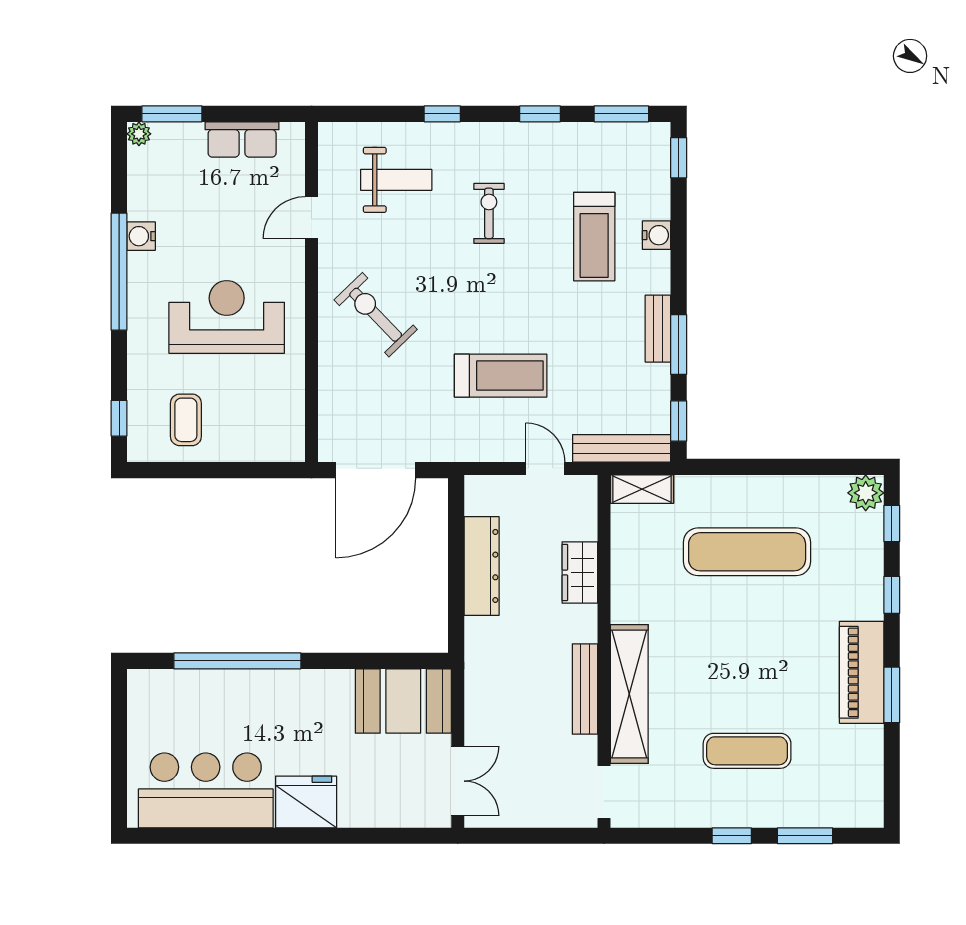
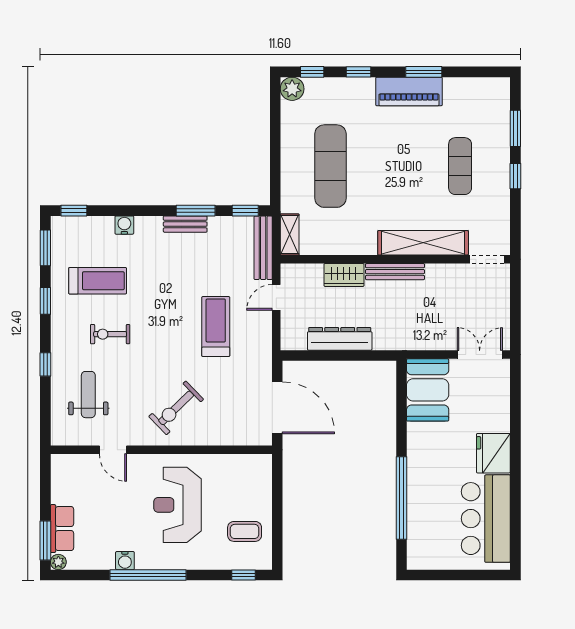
row of seats: (242, 140) -> (62, 529), moved
treadmill: (594, 237) -> (98, 281), moved
bench: (585, 689) -> (395, 272), moved

